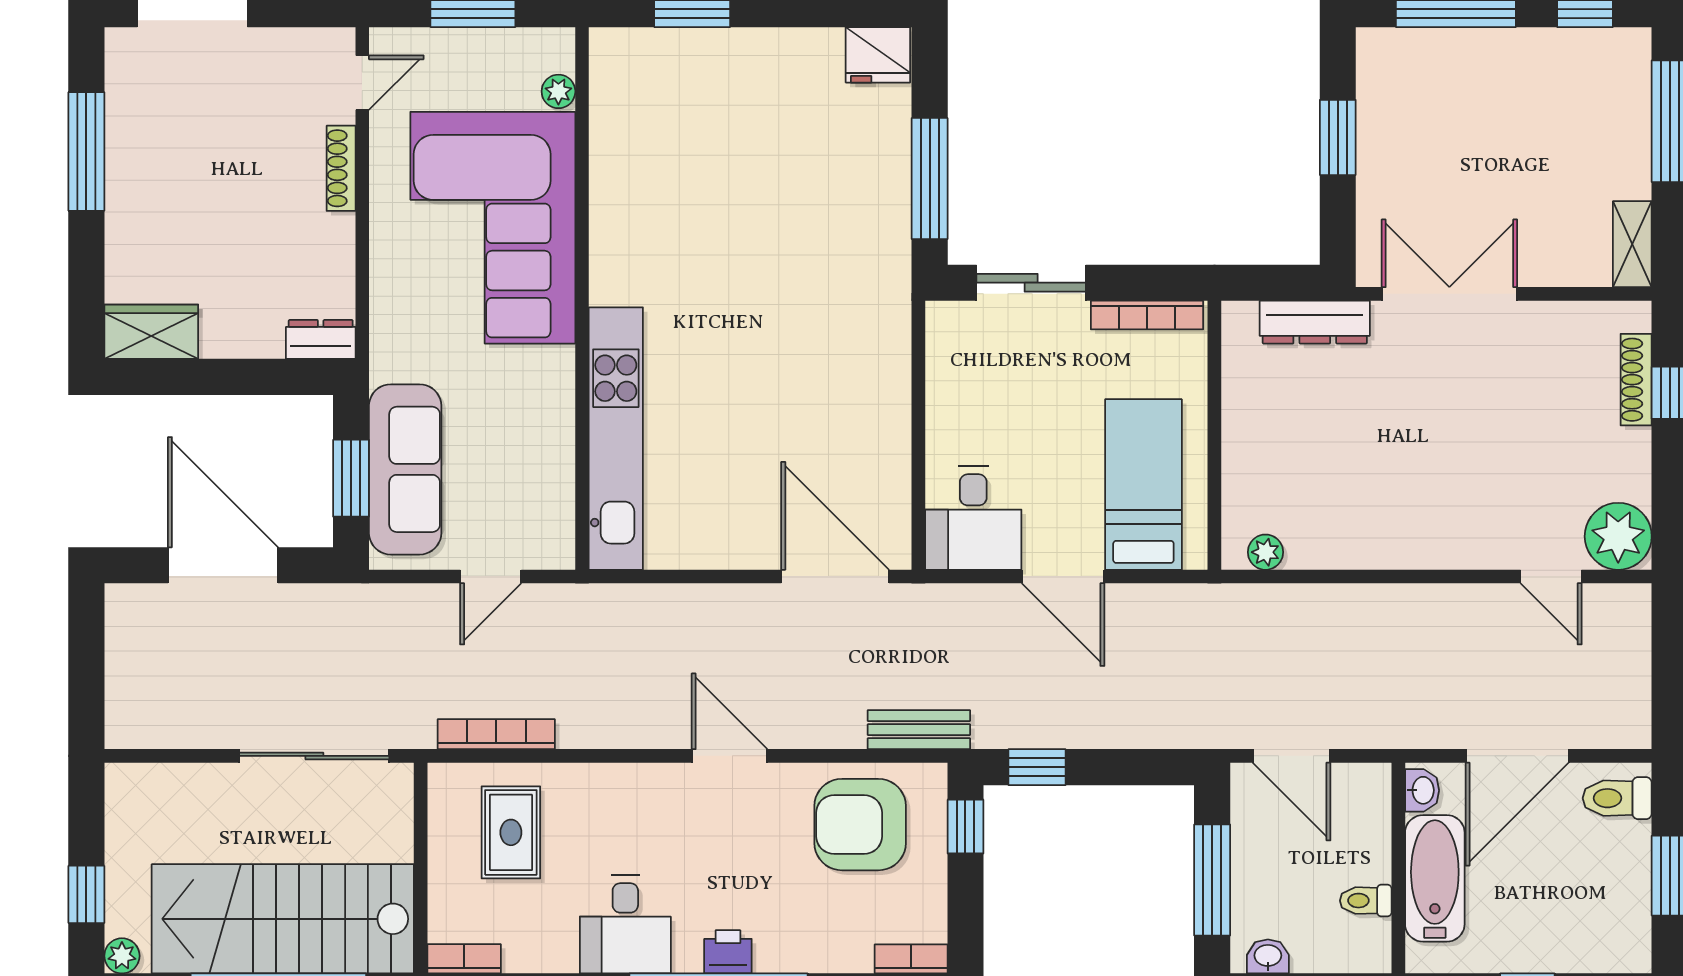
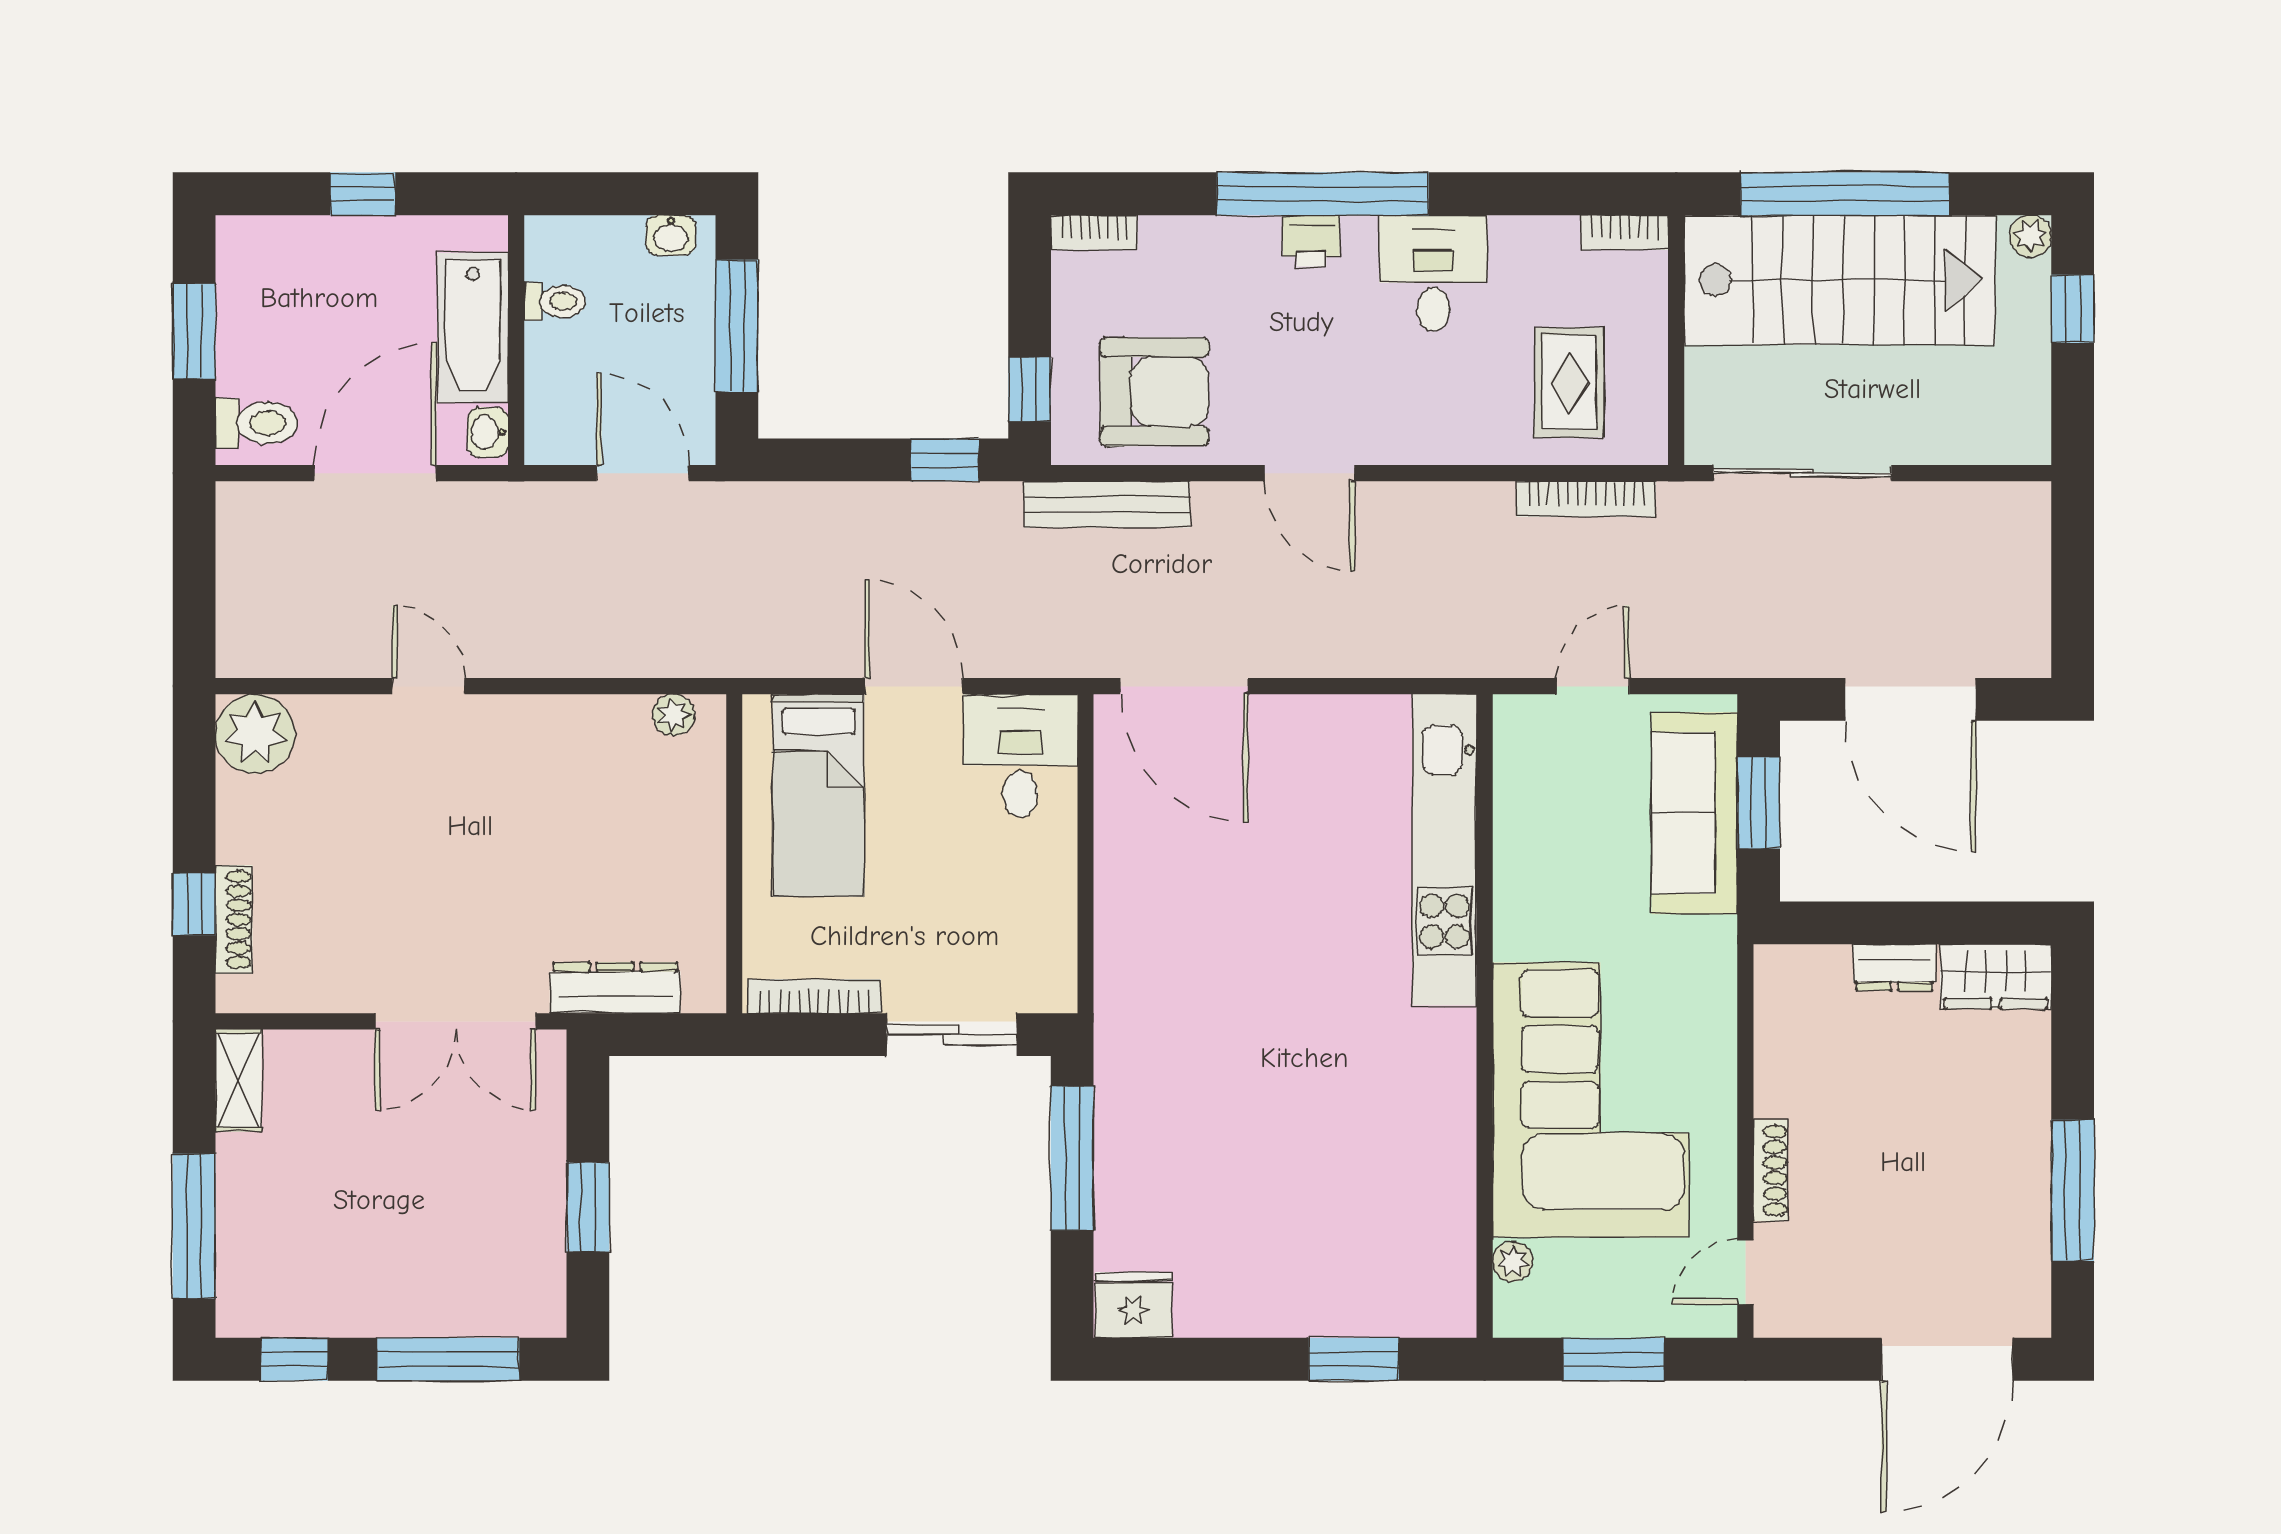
dresser: (321, 339) -> (1894, 967), moved
door: (1551, 576) -> (428, 686), moved
bench: (919, 730) -> (1107, 504), width x1.36

